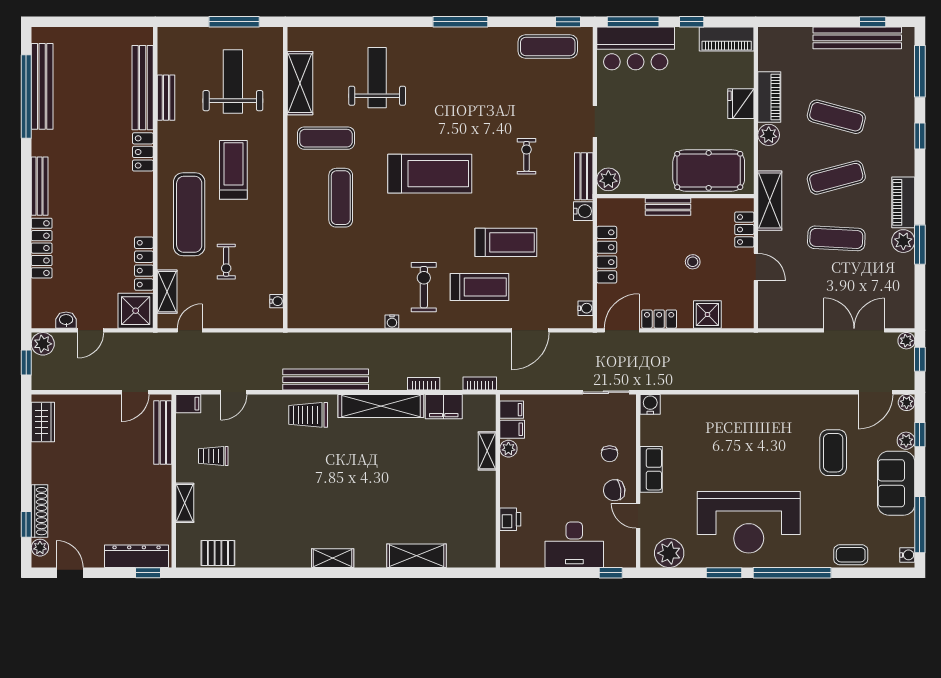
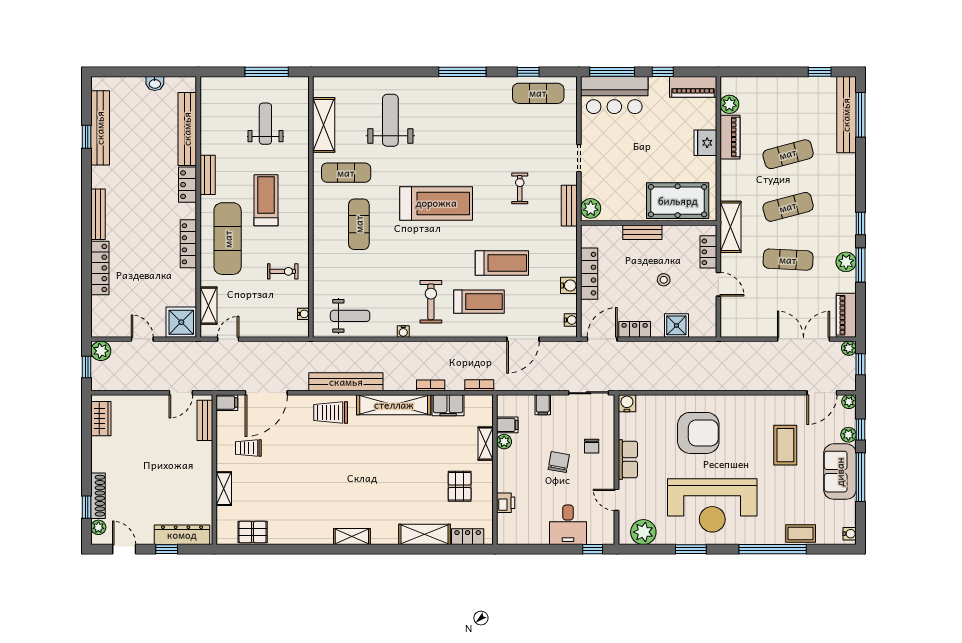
window: (568, 22) -> (528, 72), moved
bench: (857, 38) -> (846, 115), moved, turned 90
weight bench: (233, 82) -> (265, 124), width x0.73, depth x0.75
window: (26, 97) -> (87, 137), width x0.32
bench: (166, 98) -> (208, 175), moved
exercise mat: (836, 117) -> (788, 154), turned -30
plant: (769, 135) -> (729, 104), moved
window: (920, 136) -> (860, 223), moved
piano: (903, 202) -> (846, 315), moved
water cooler: (583, 211) -> (569, 285), moved
exercise bike: (226, 262) -> (283, 271), moved, turned -90
locker: (144, 264) -> (188, 244), moved
weight bench: (331, 303) -> (350, 316), added
washbasin: (66, 320) -> (155, 83), moved, turned 180
door: (91, 330) -> (142, 339), swing flipped
door: (234, 392) -> (266, 393), width x1.87
filing cabinet: (512, 410) -> (543, 405), moved, turned 90
bench: (163, 433) -> (205, 420), width x0.73
armchair: (733, 439) -> (698, 433), added
chair: (614, 490) -> (559, 462), moved, turned 108
pallet: (457, 500) -> (460, 486), added
window: (920, 525) -> (860, 477), moved
desk: (574, 545) -> (568, 525), width x0.73
locker: (466, 558) -> (468, 537), added
window: (148, 573) -> (167, 549), moved
window: (792, 573) -> (773, 549), moved

